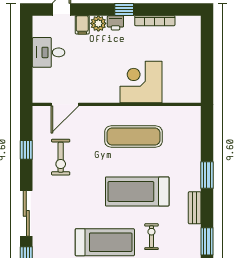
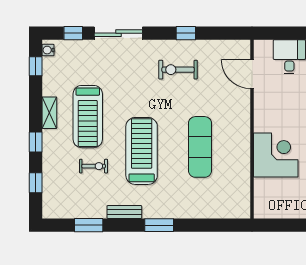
corner desk: (141, 82) -> (276, 155), moved
door: (65, 104) -> (252, 74), moved
wall: (117, 104) -> (252, 129), moved

